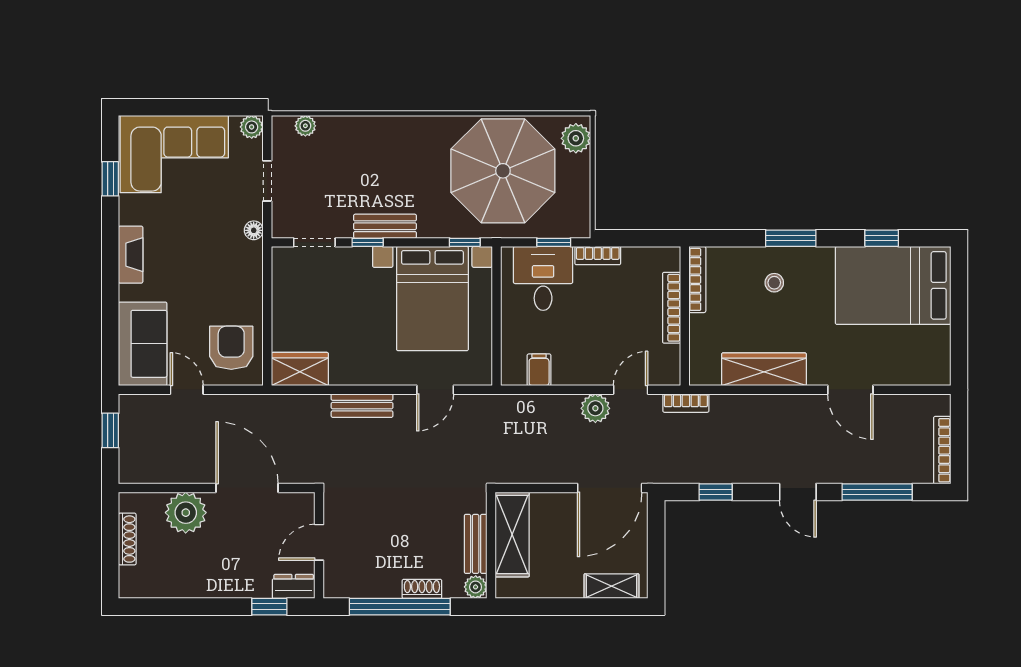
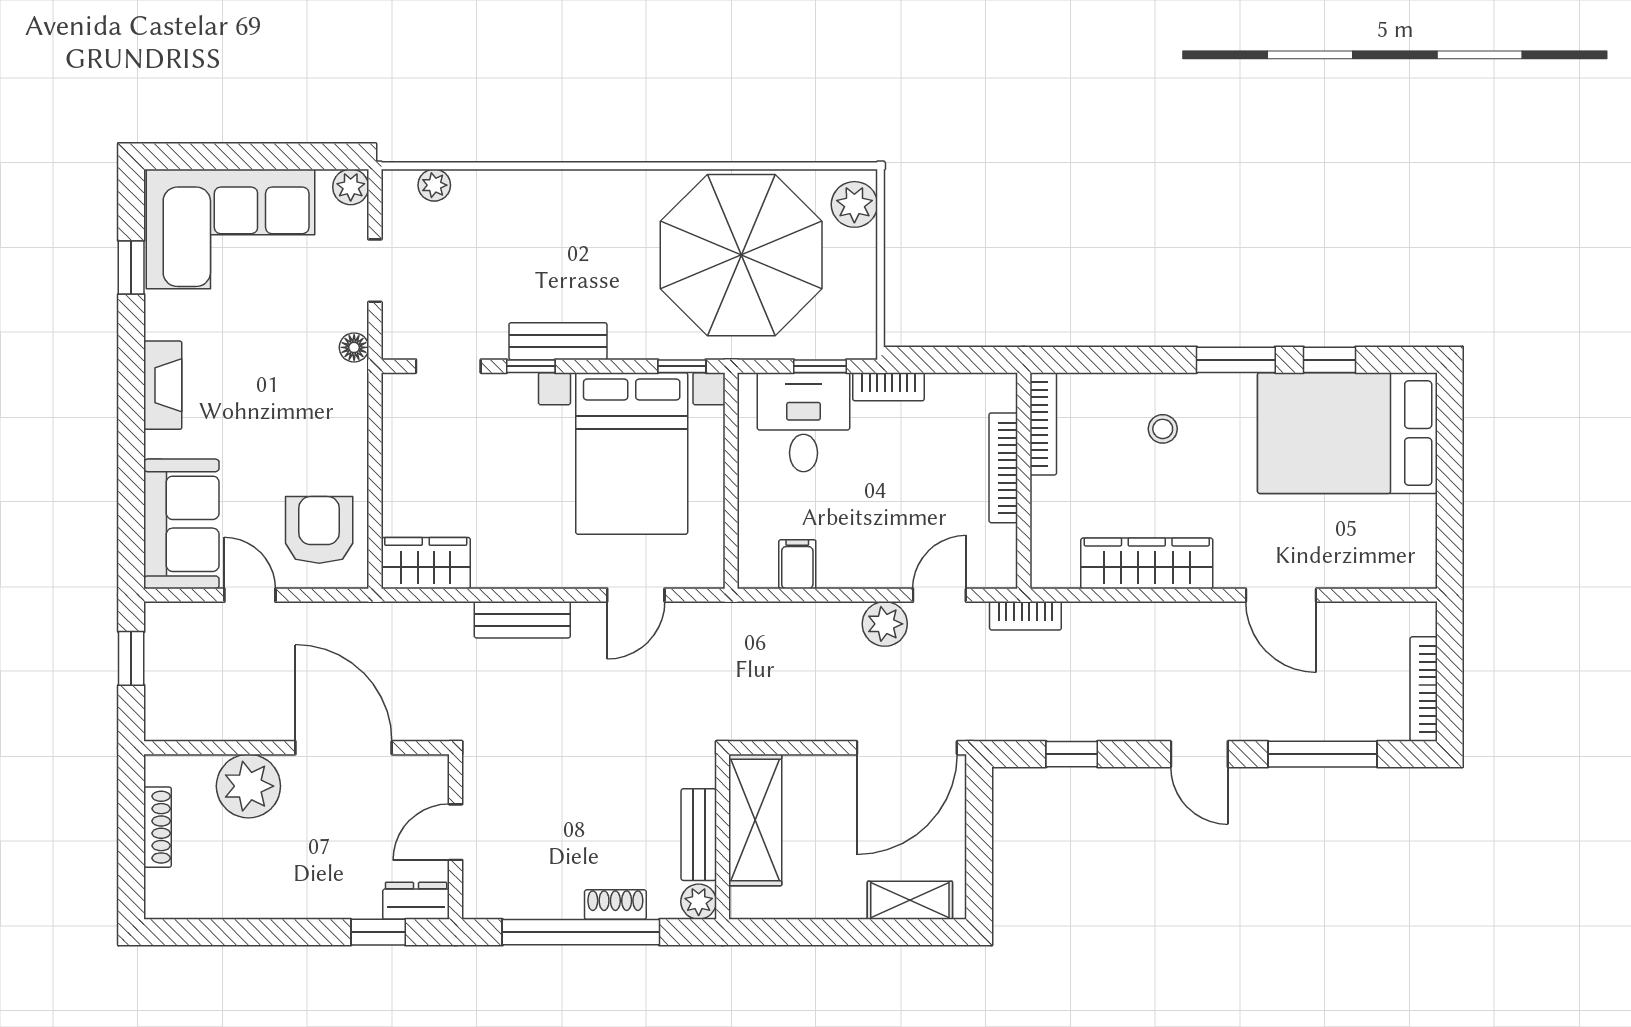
window: (791, 238) -> (1236, 360), moved

